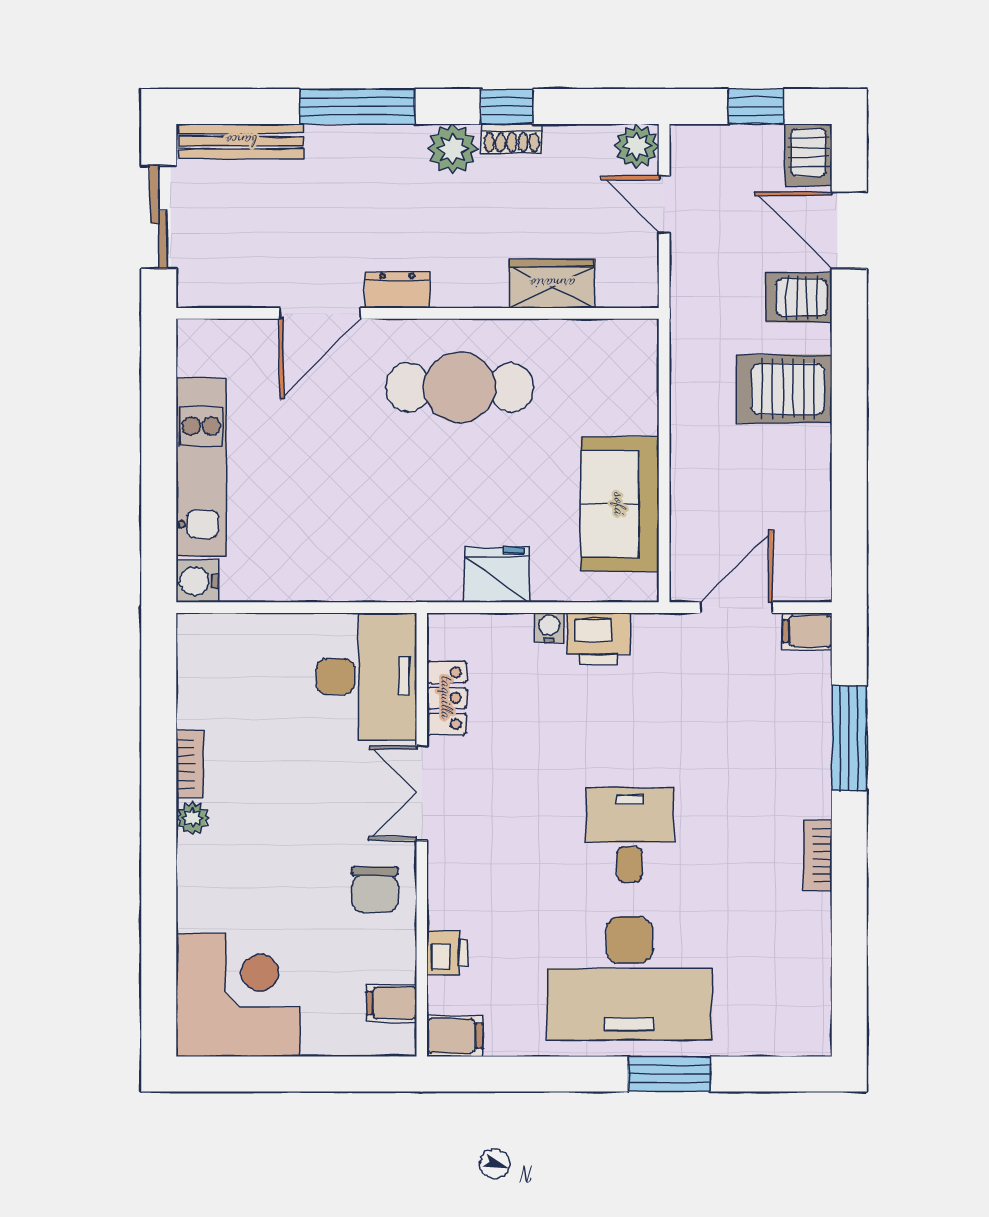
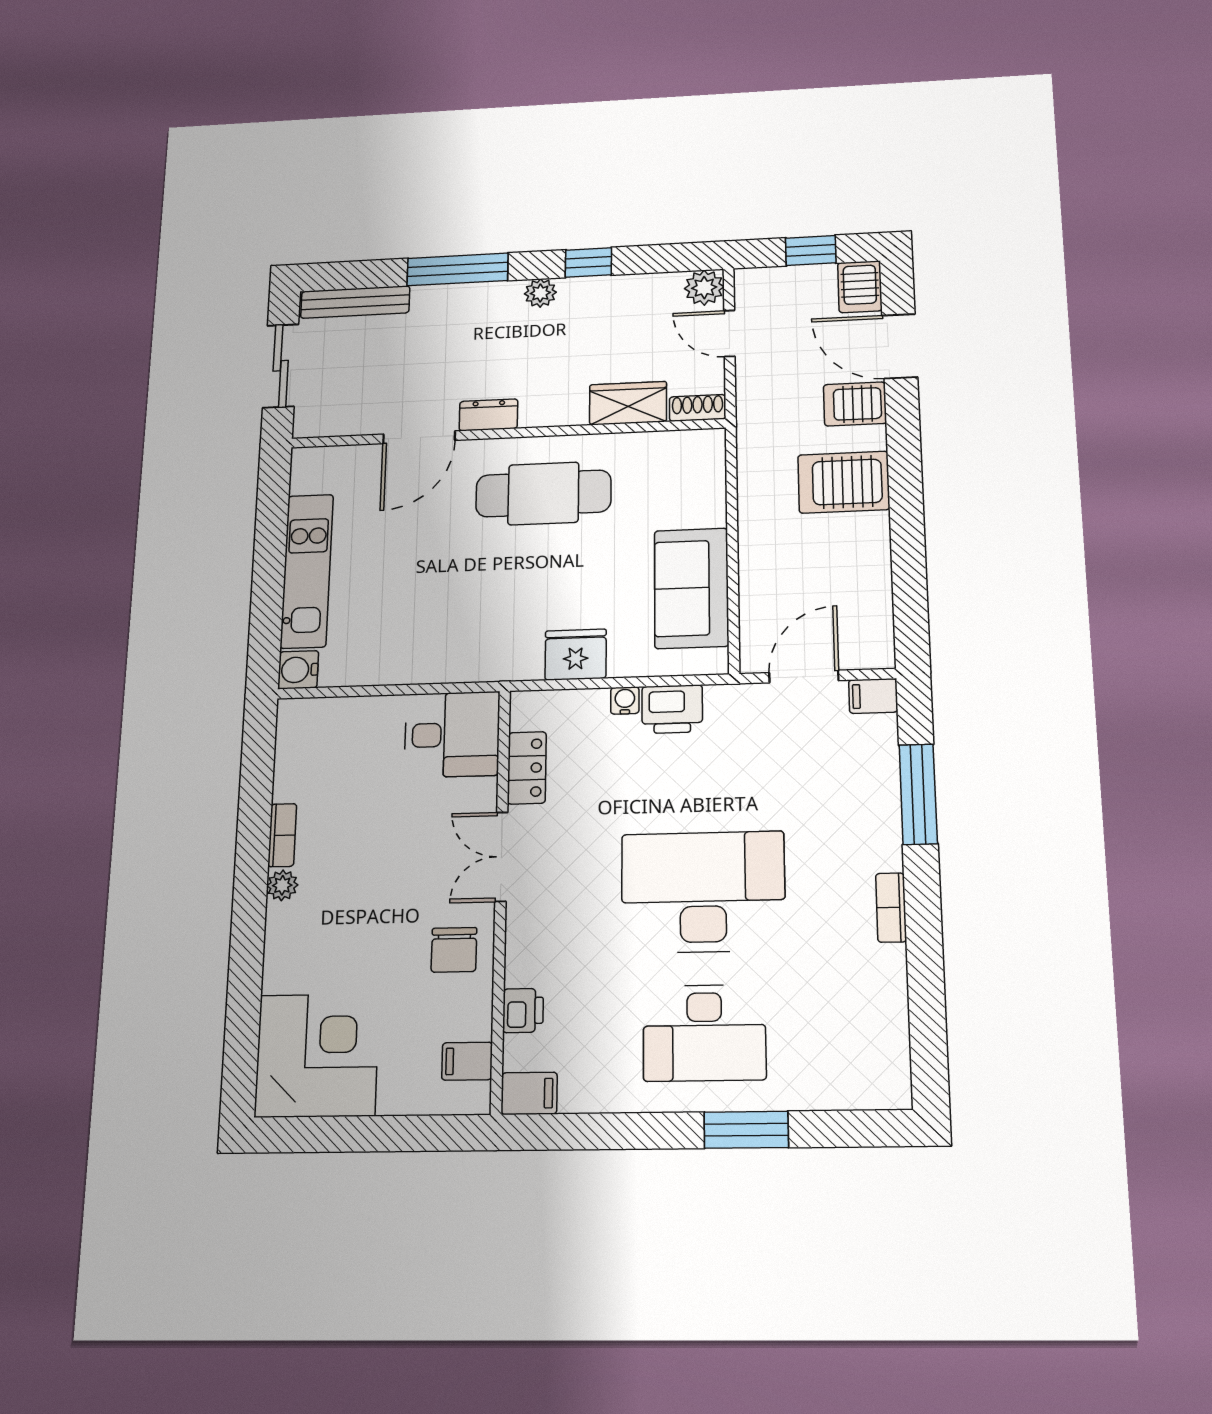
shoe rack: (512, 139) -> (698, 408), moved, turned 180
plant: (453, 149) -> (540, 293), width x0.73, depth x0.73
desk: (367, 676) -> (452, 735), width x0.73
desk: (629, 835) -> (703, 892), width x1.87, depth x1.30
desk: (629, 978) -> (704, 1033), width x0.73, depth x0.77

